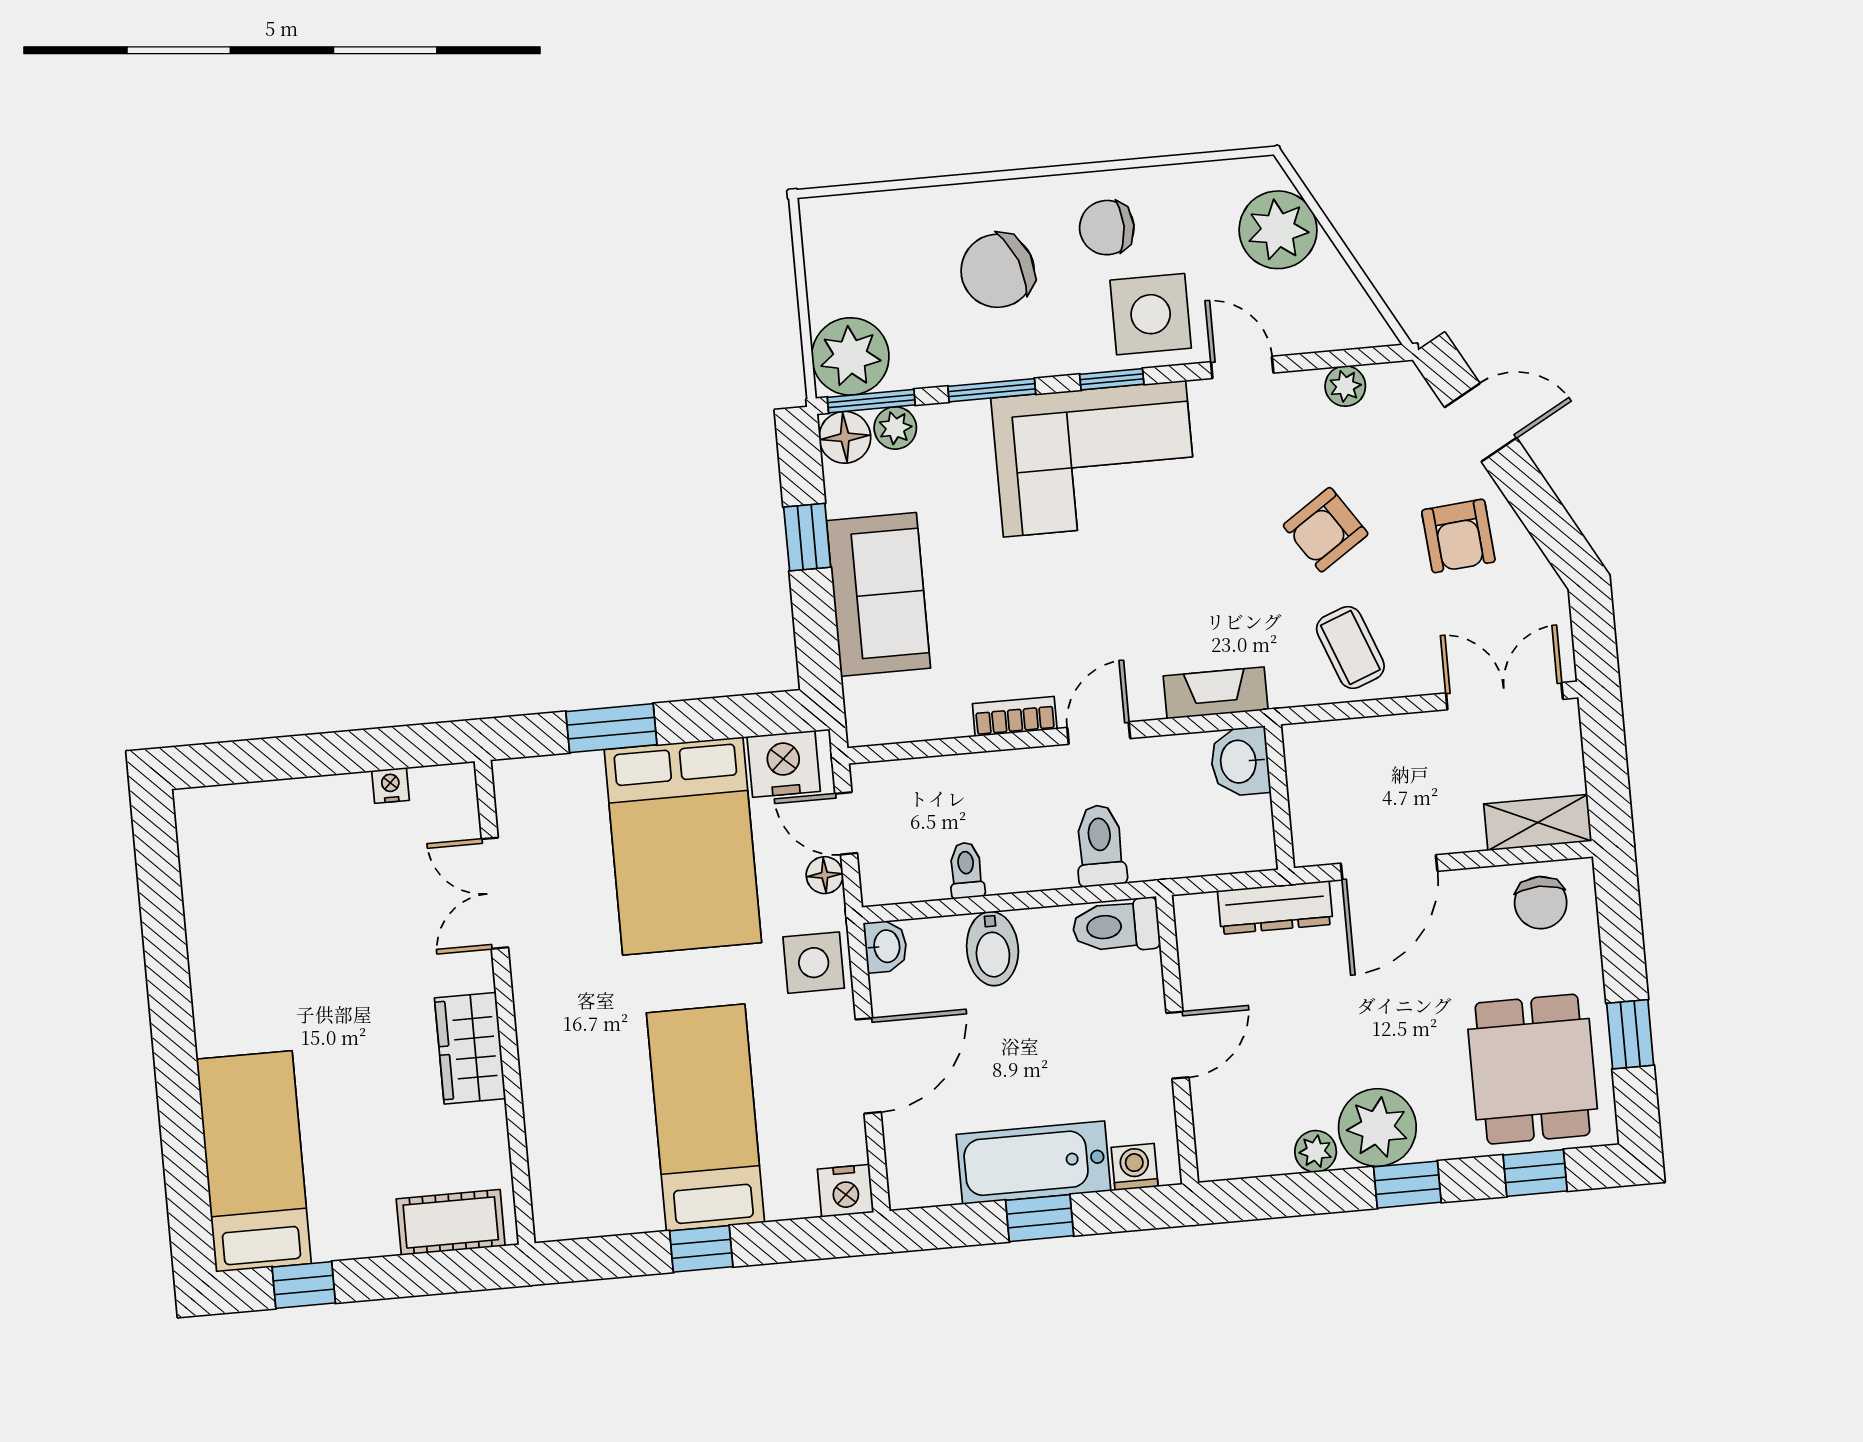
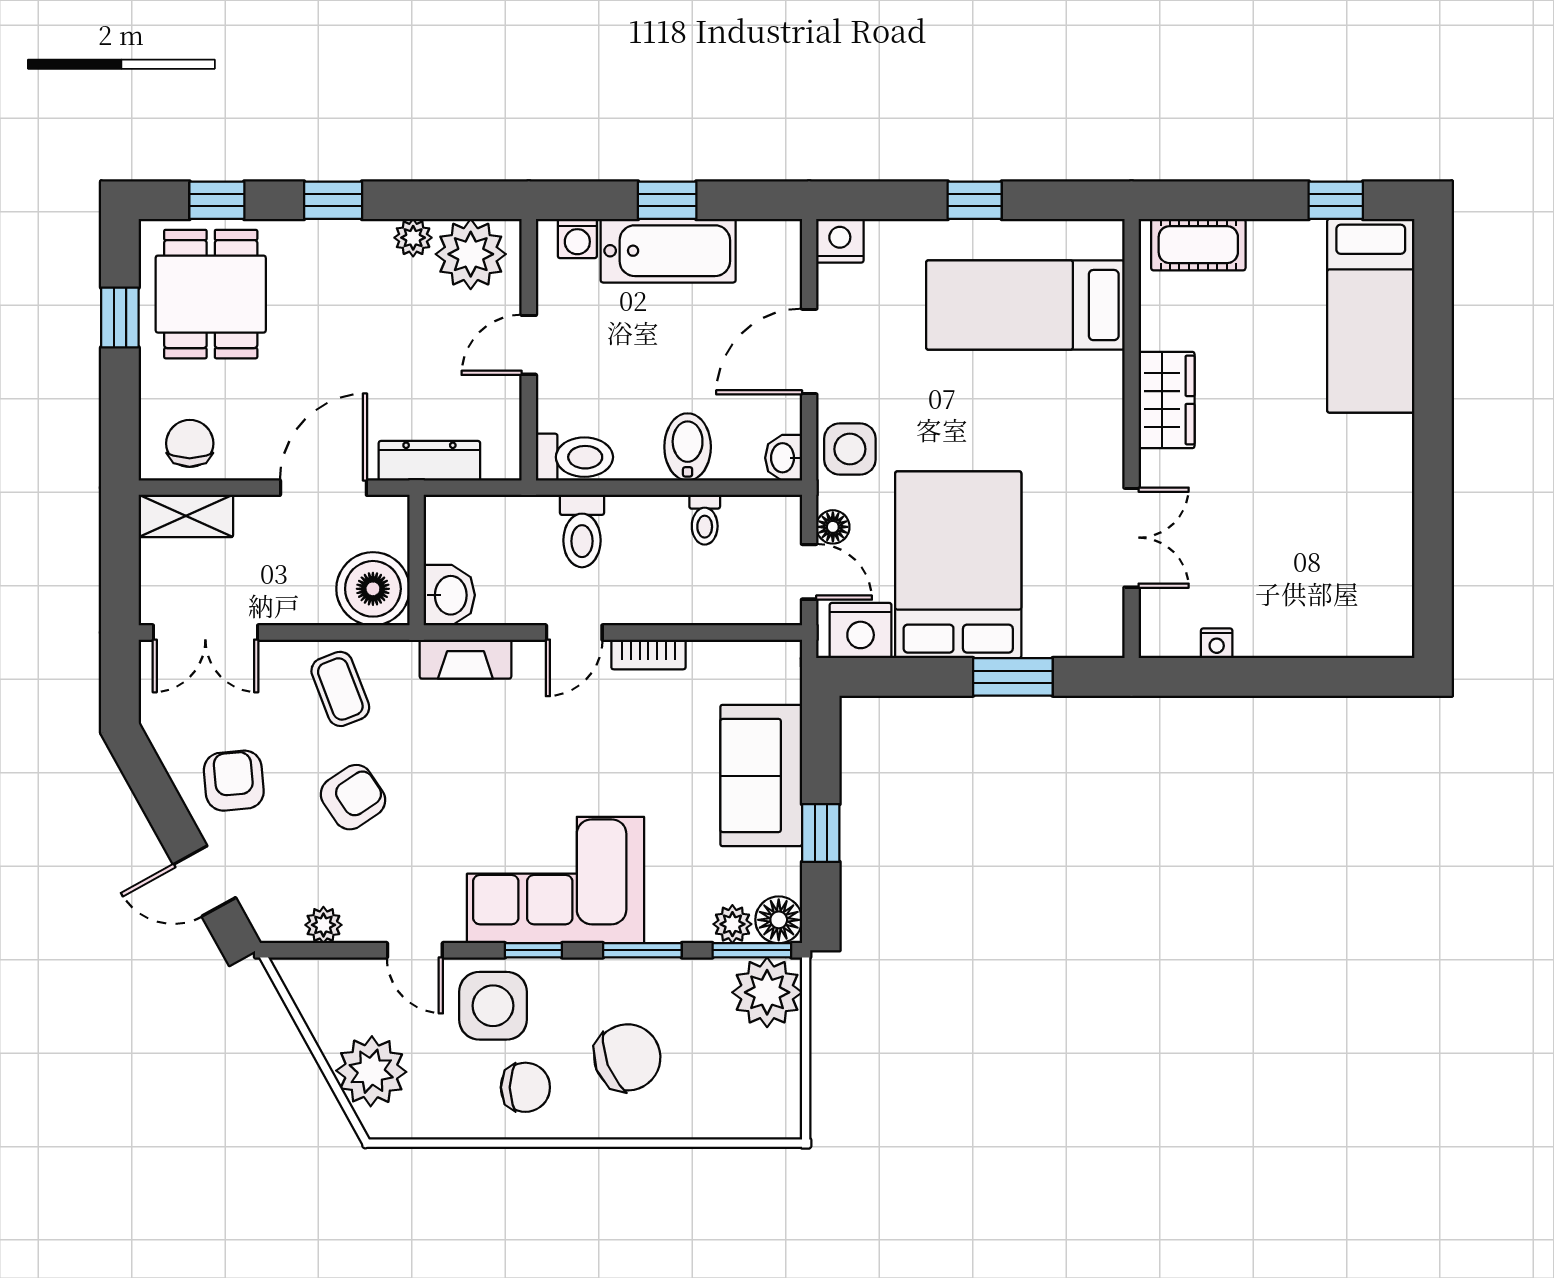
boiler: (1325, 761) -> (373, 589), added
bed: (706, 1118) -> (1025, 305), moved, turned 90
plant: (1377, 1128) -> (471, 254), moved

